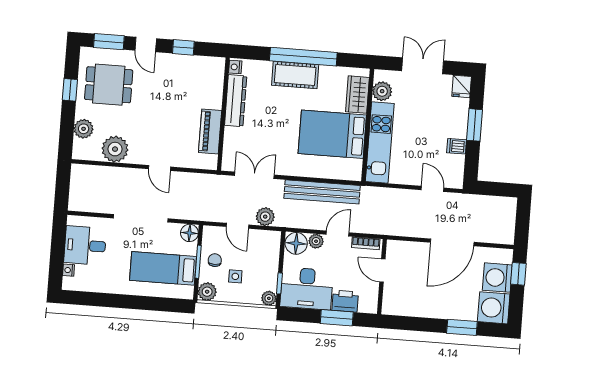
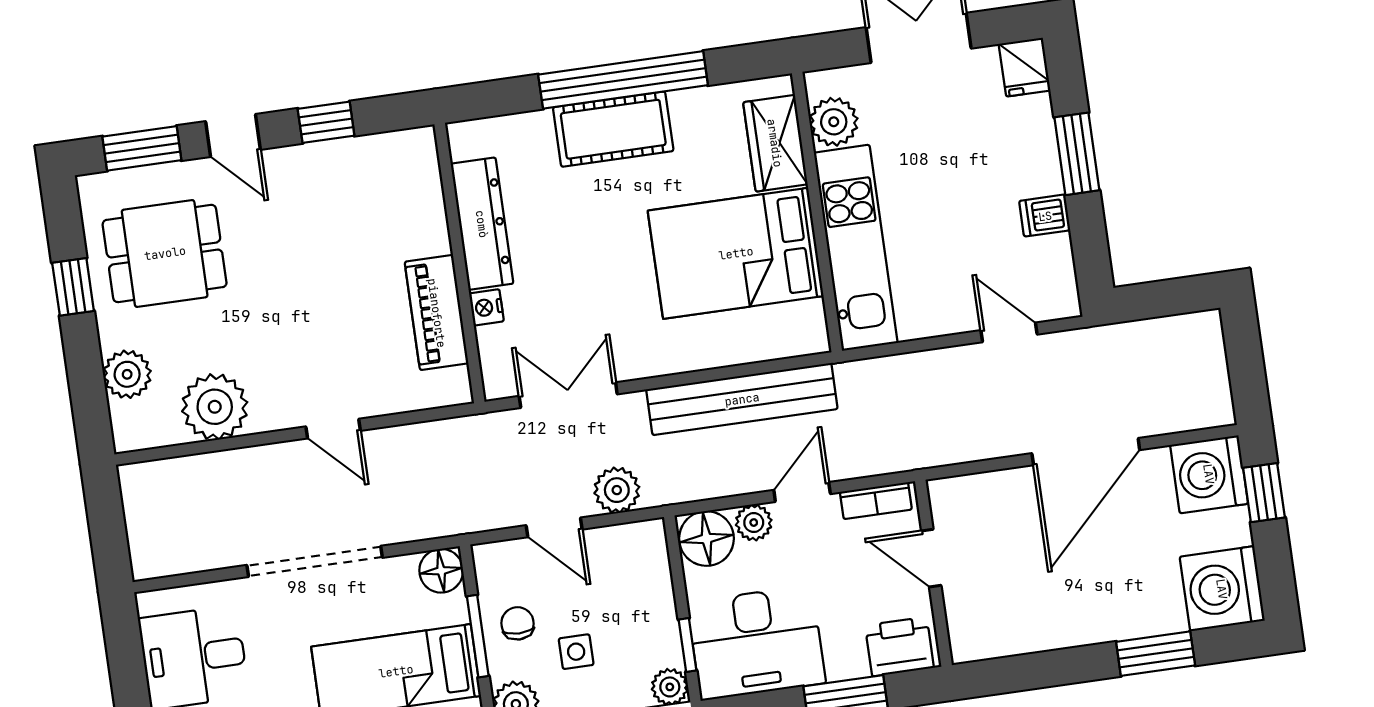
nightstand: (235, 67) -> (486, 307), moved
washing machine: (497, 278) -> (1209, 474), moved
printer: (345, 301) -> (899, 647), moved

